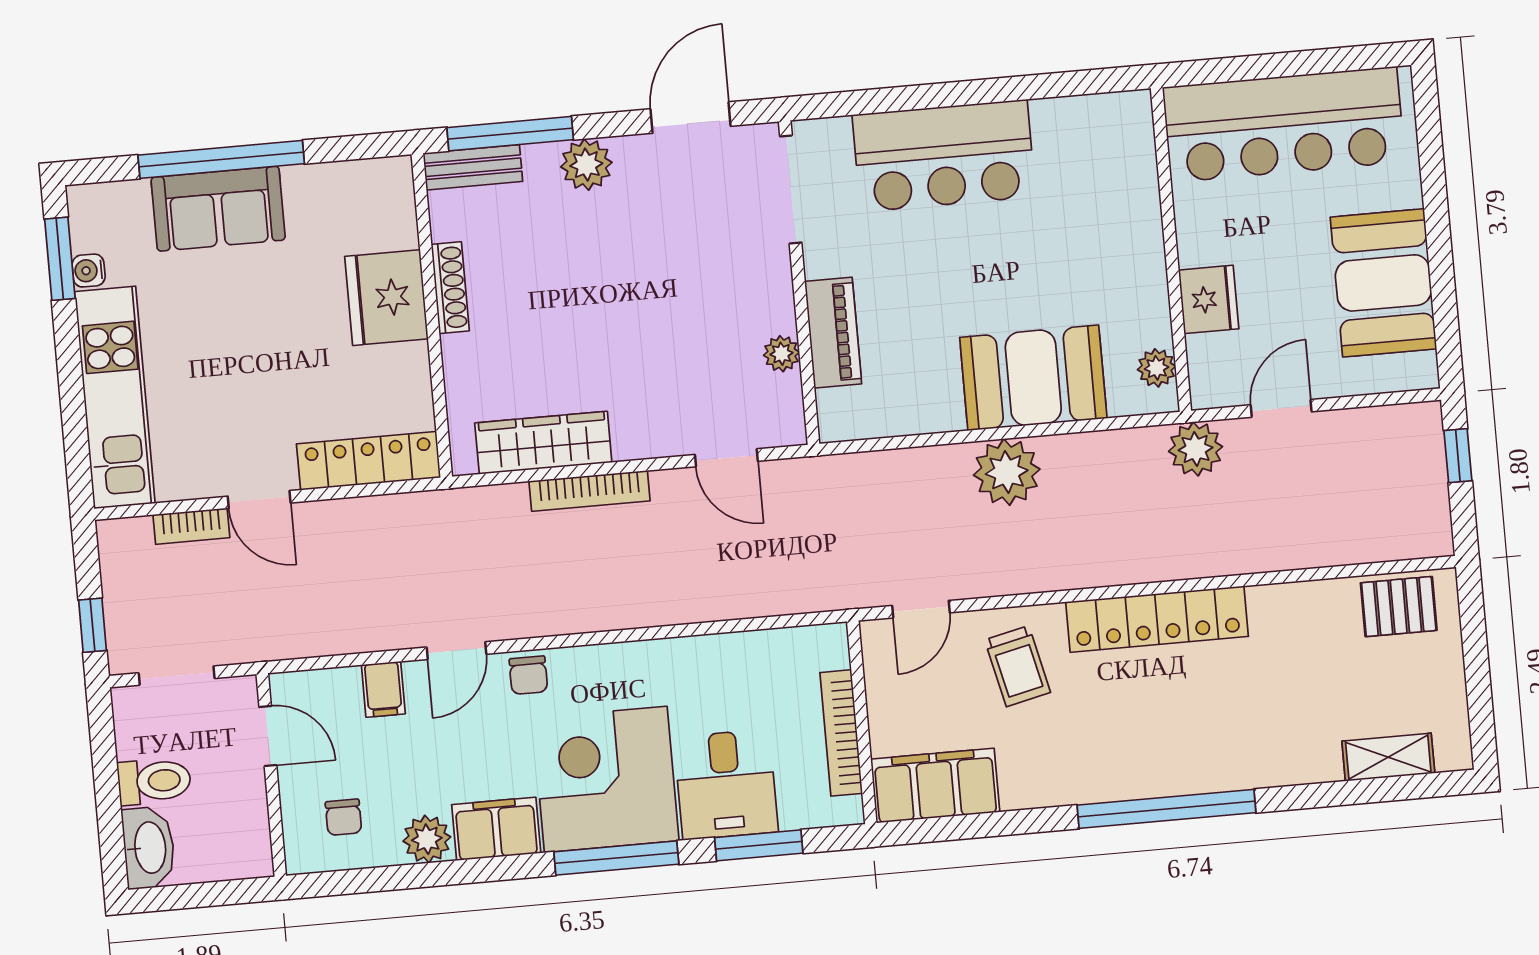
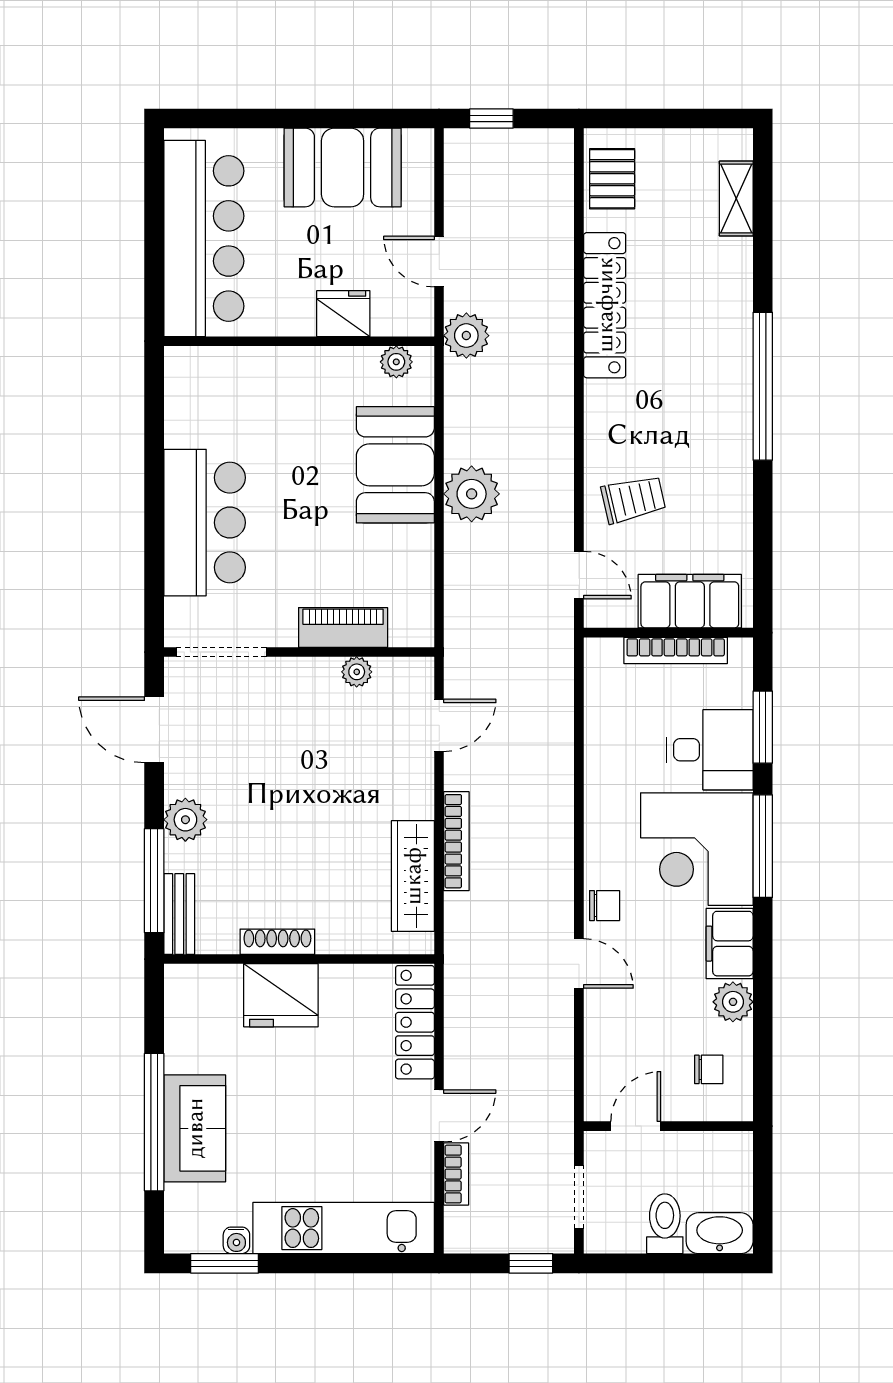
locker: (1157, 619) -> (605, 305), moved
filing cabinet: (383, 689) -> (606, 1027), removed
filing cabinet: (935, 786) -> (690, 601), moved, turned 90

